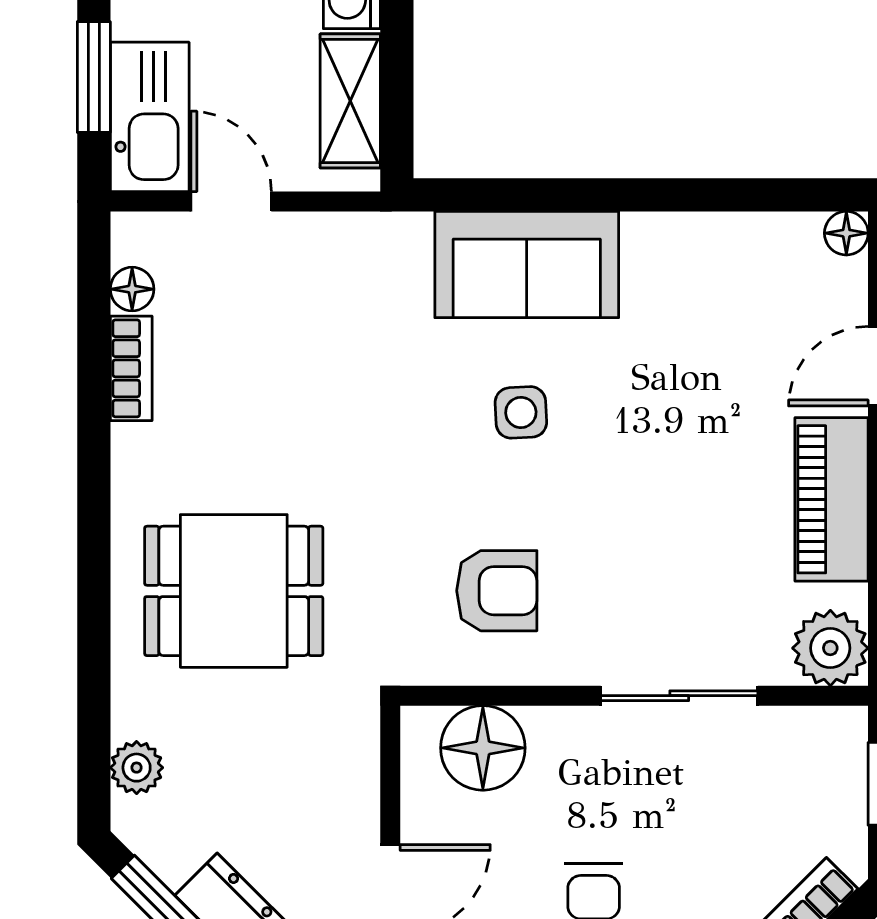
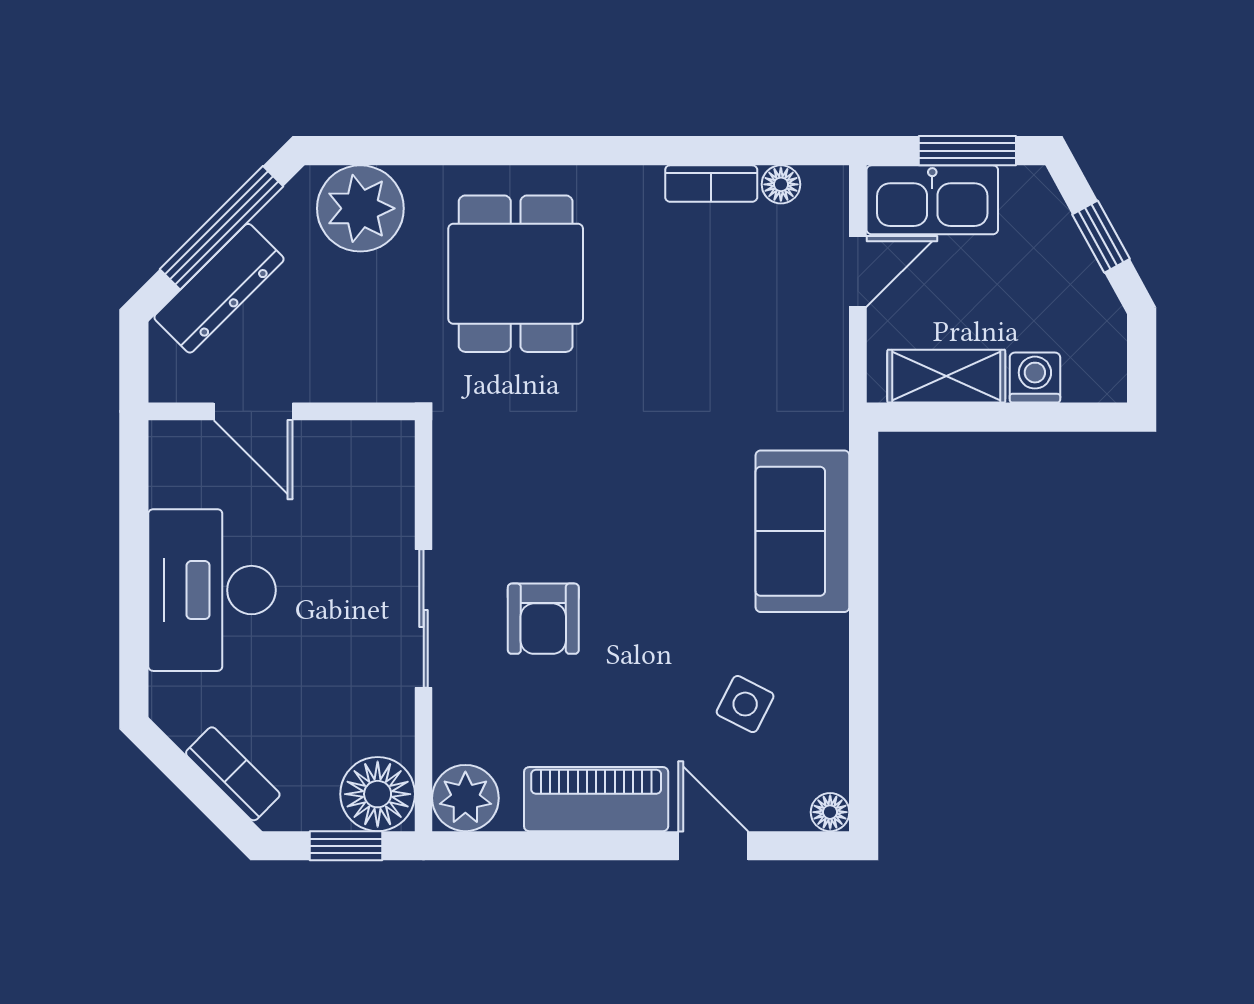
side table: (521, 412) -> (745, 704), moved, turned 30
armchair: (497, 591) -> (543, 619), moved
sliding door: (679, 696) -> (424, 619), moved
floor lamp: (483, 748) -> (378, 794), moved
plant: (137, 768) -> (360, 208), width x1.87, depth x1.87

